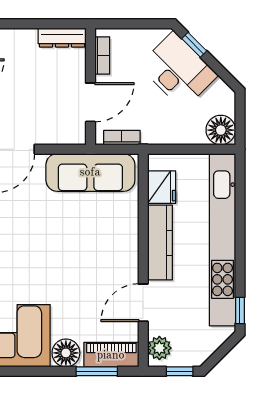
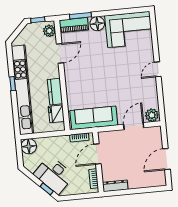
kitchen counter: (160, 243) -> (55, 92), width x0.67
window: (240, 310) -> (13, 84), moved

